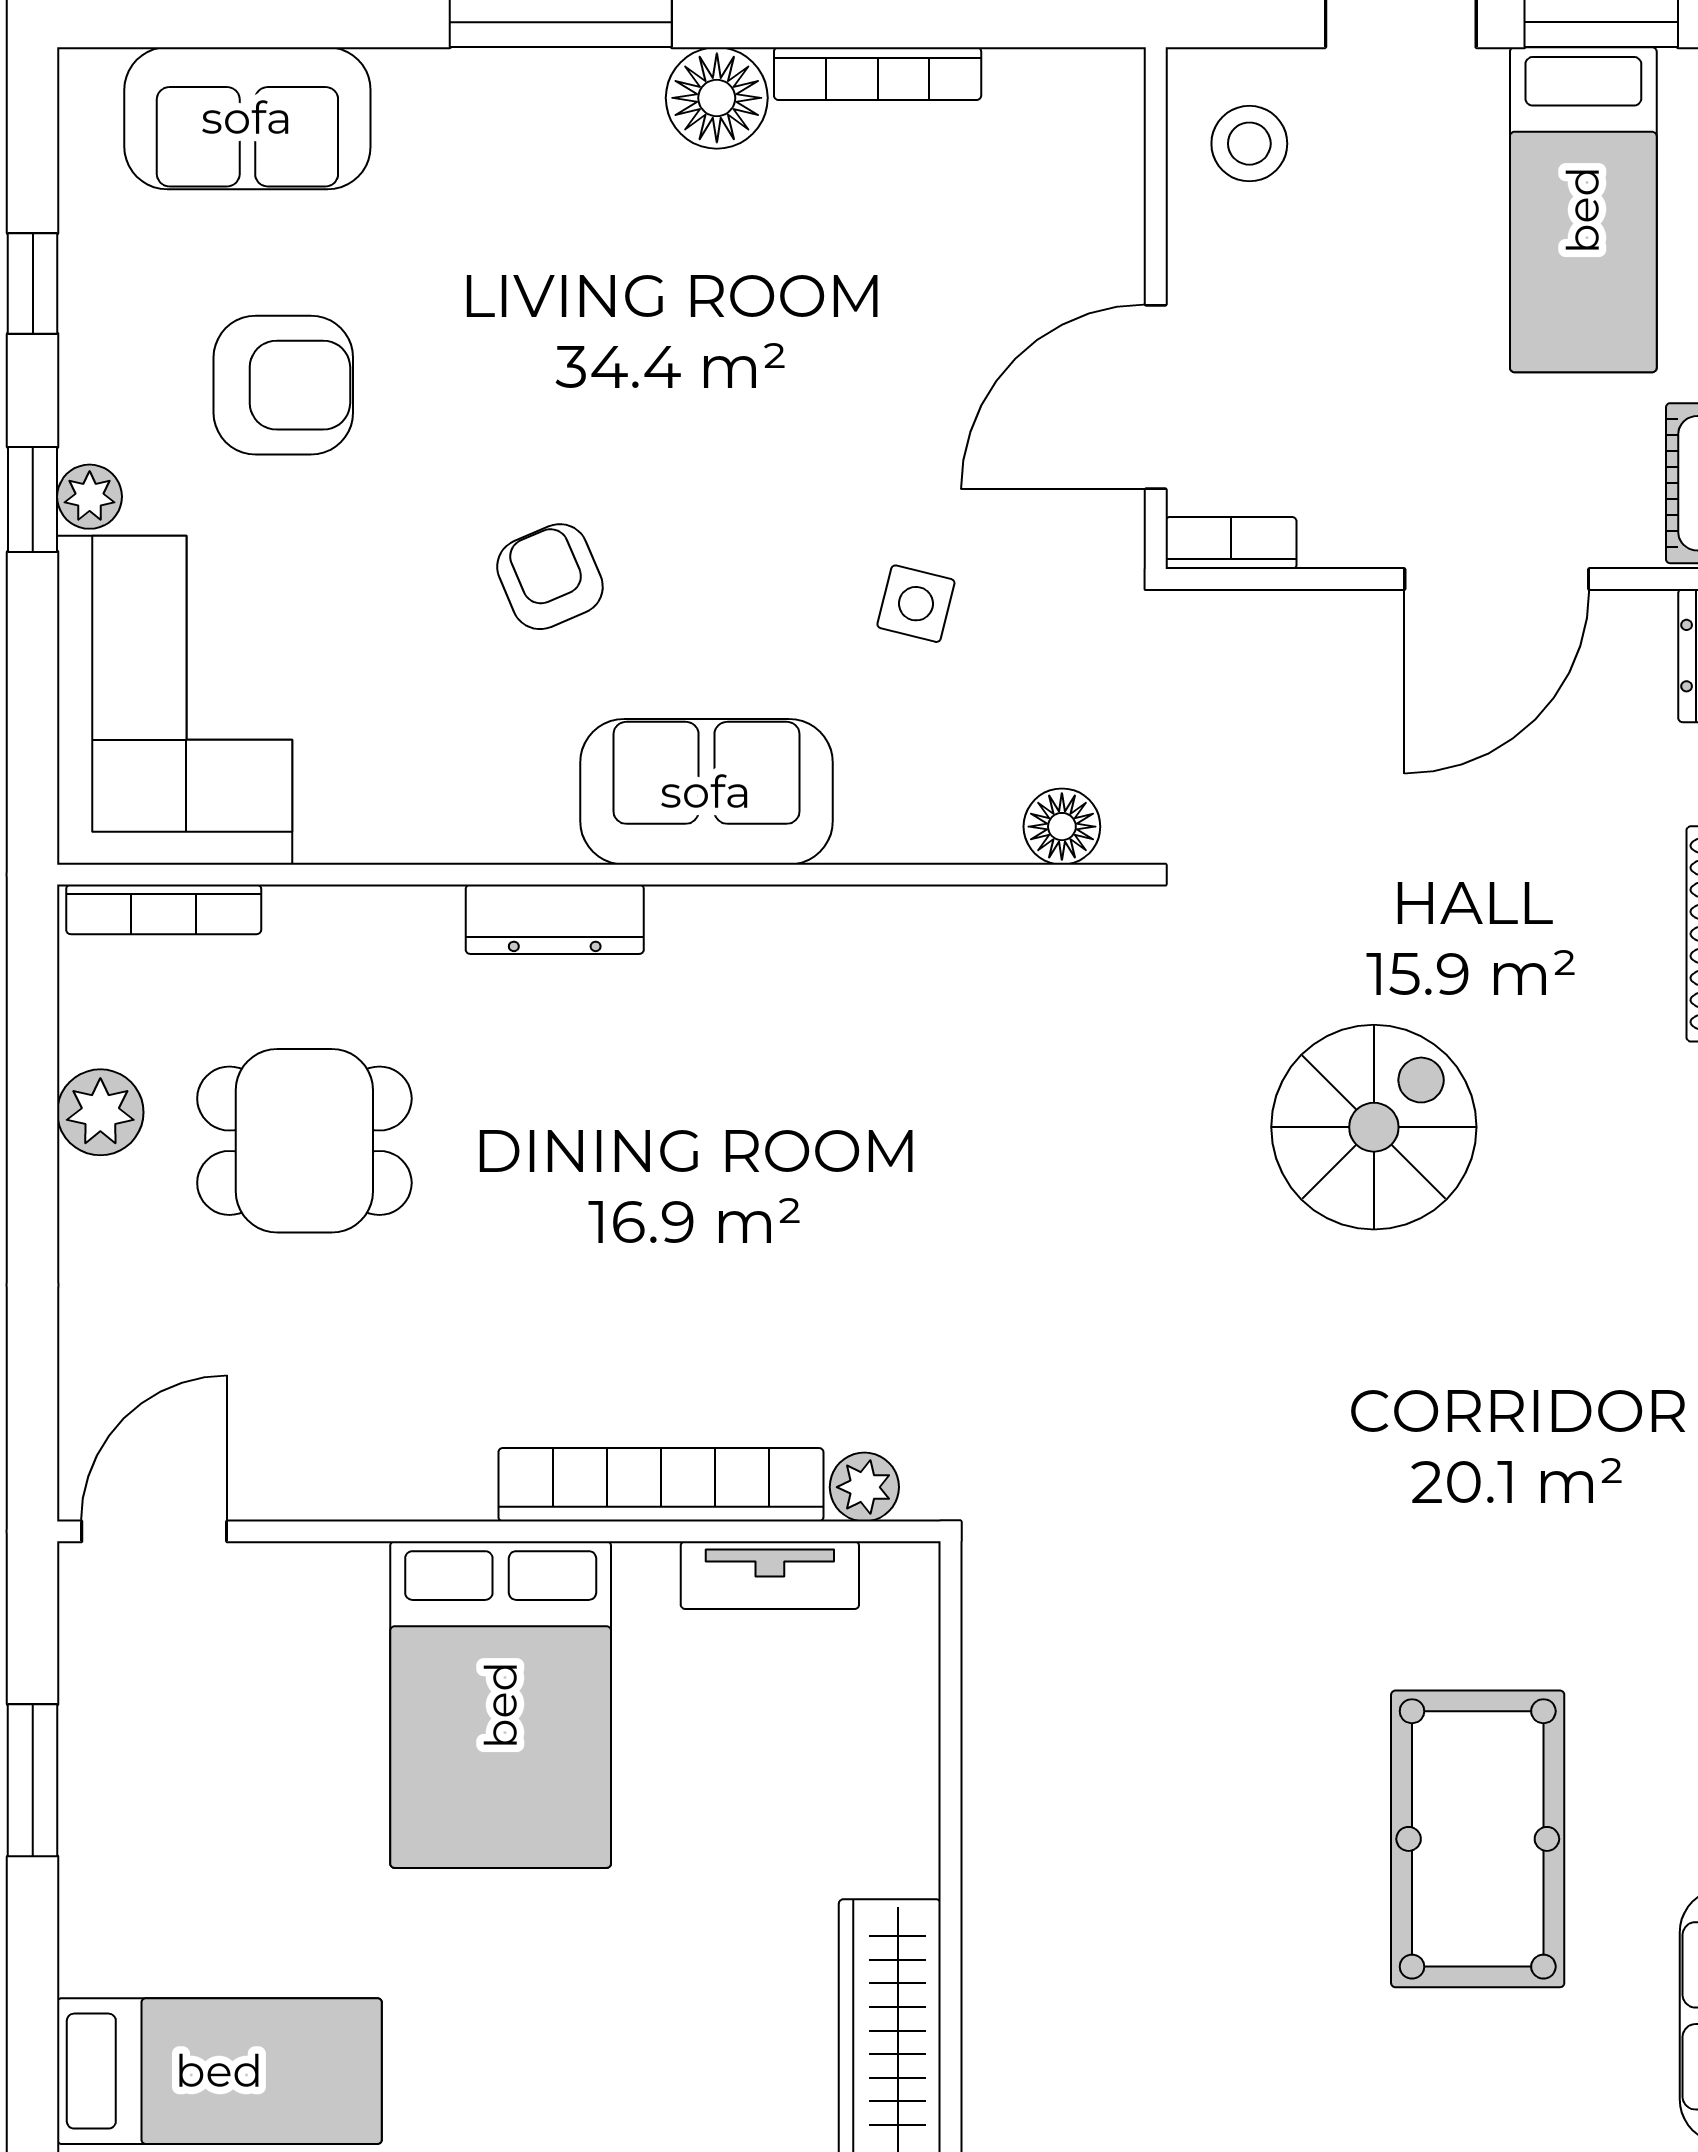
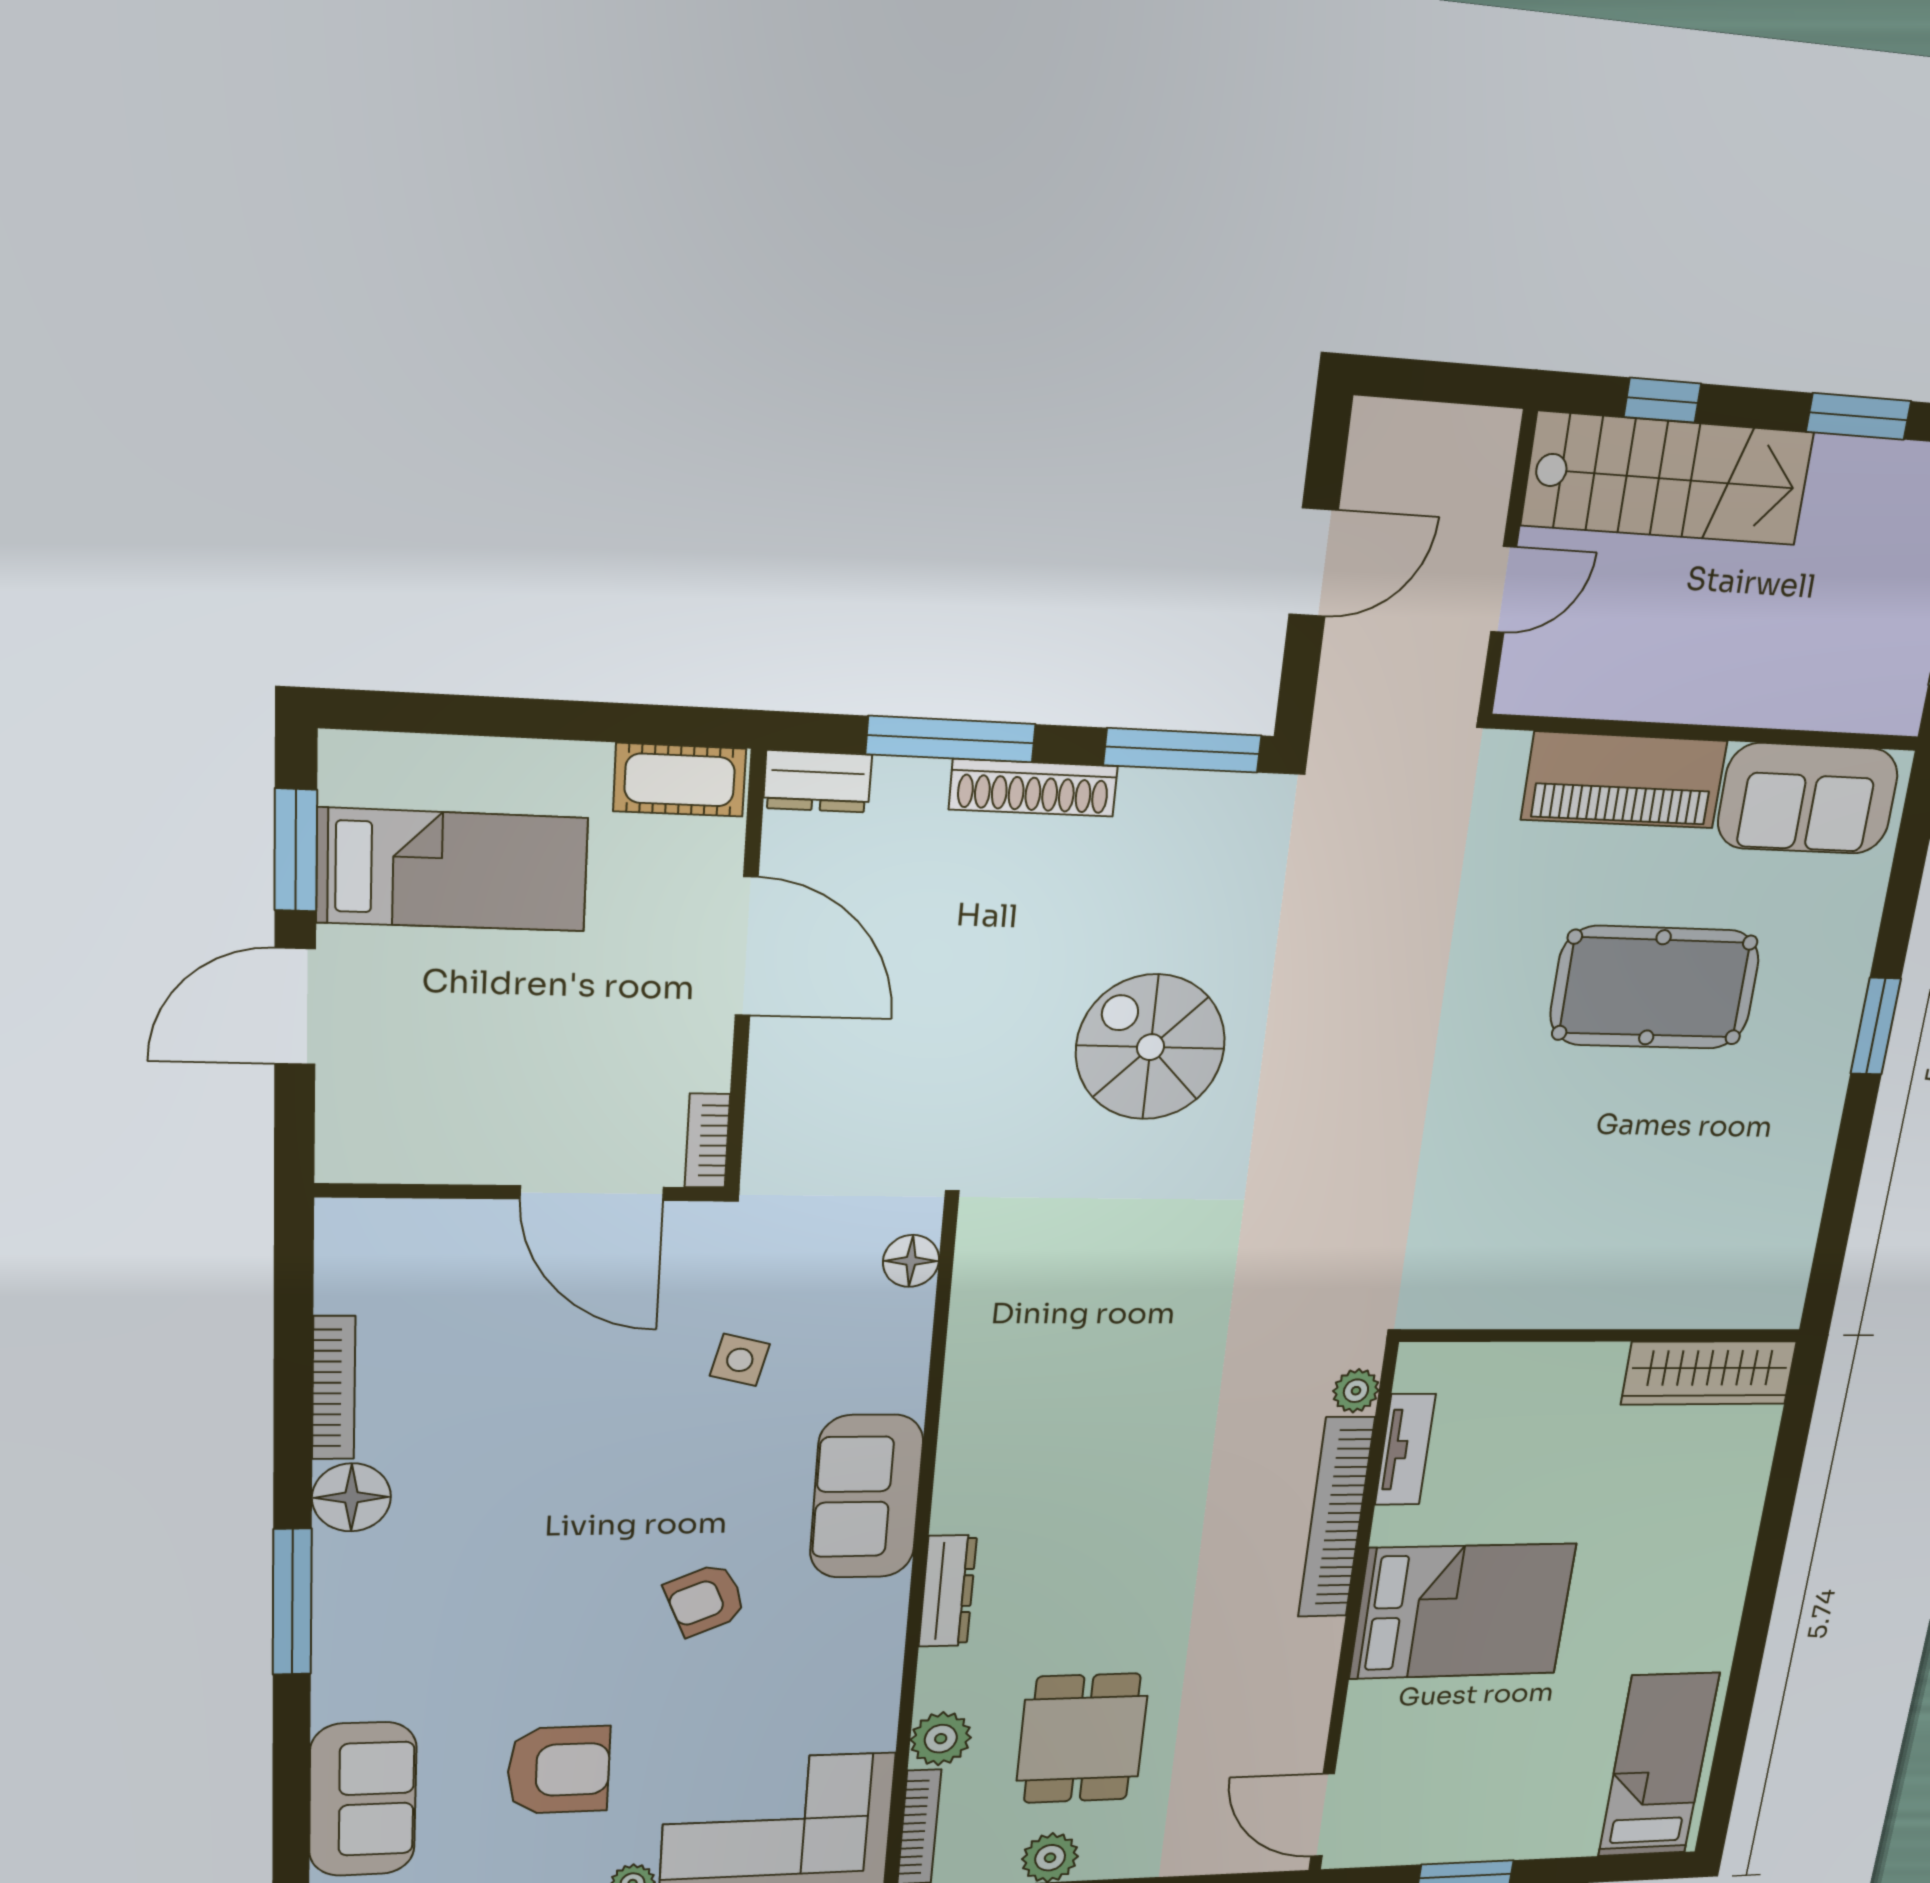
stool: (1249, 144) -> (393, 1122), removed
armchair: (283, 385) -> (559, 1770), turned 90
plant: (312, 929) -> (941, 1739), added

